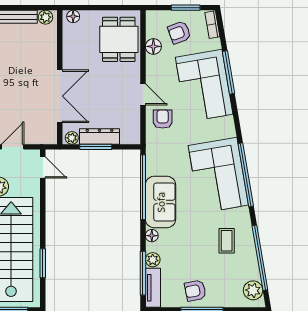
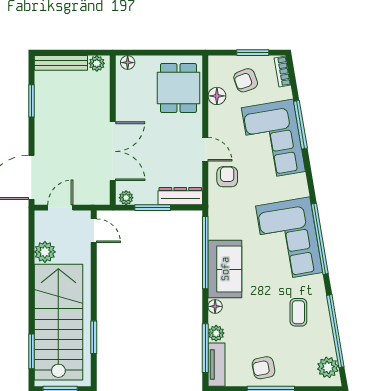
dresser: (99, 136) -> (180, 196), moved

